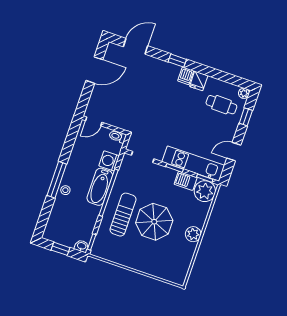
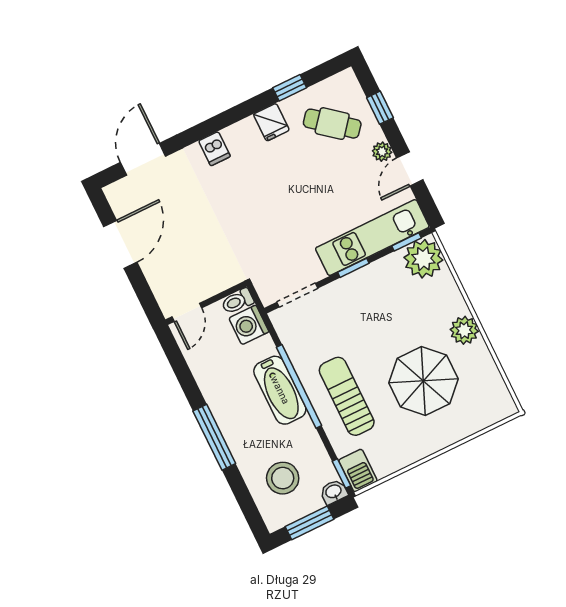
window: (177, 61) -> (290, 88), moved
dishwasher: (186, 76) -> (214, 149), moved
plant: (244, 93) -> (382, 152), moved
cafe table: (221, 105) -> (332, 124), turned 38
washing machine: (109, 161) -> (249, 325), moved
barbecue: (186, 181) -> (358, 471), moved, turned -90
stool: (65, 190) -> (283, 478), moved, width x1.89, depth x1.89
parasol: (154, 222) -> (423, 381), moved
window: (61, 249) -> (310, 523), width x1.50

